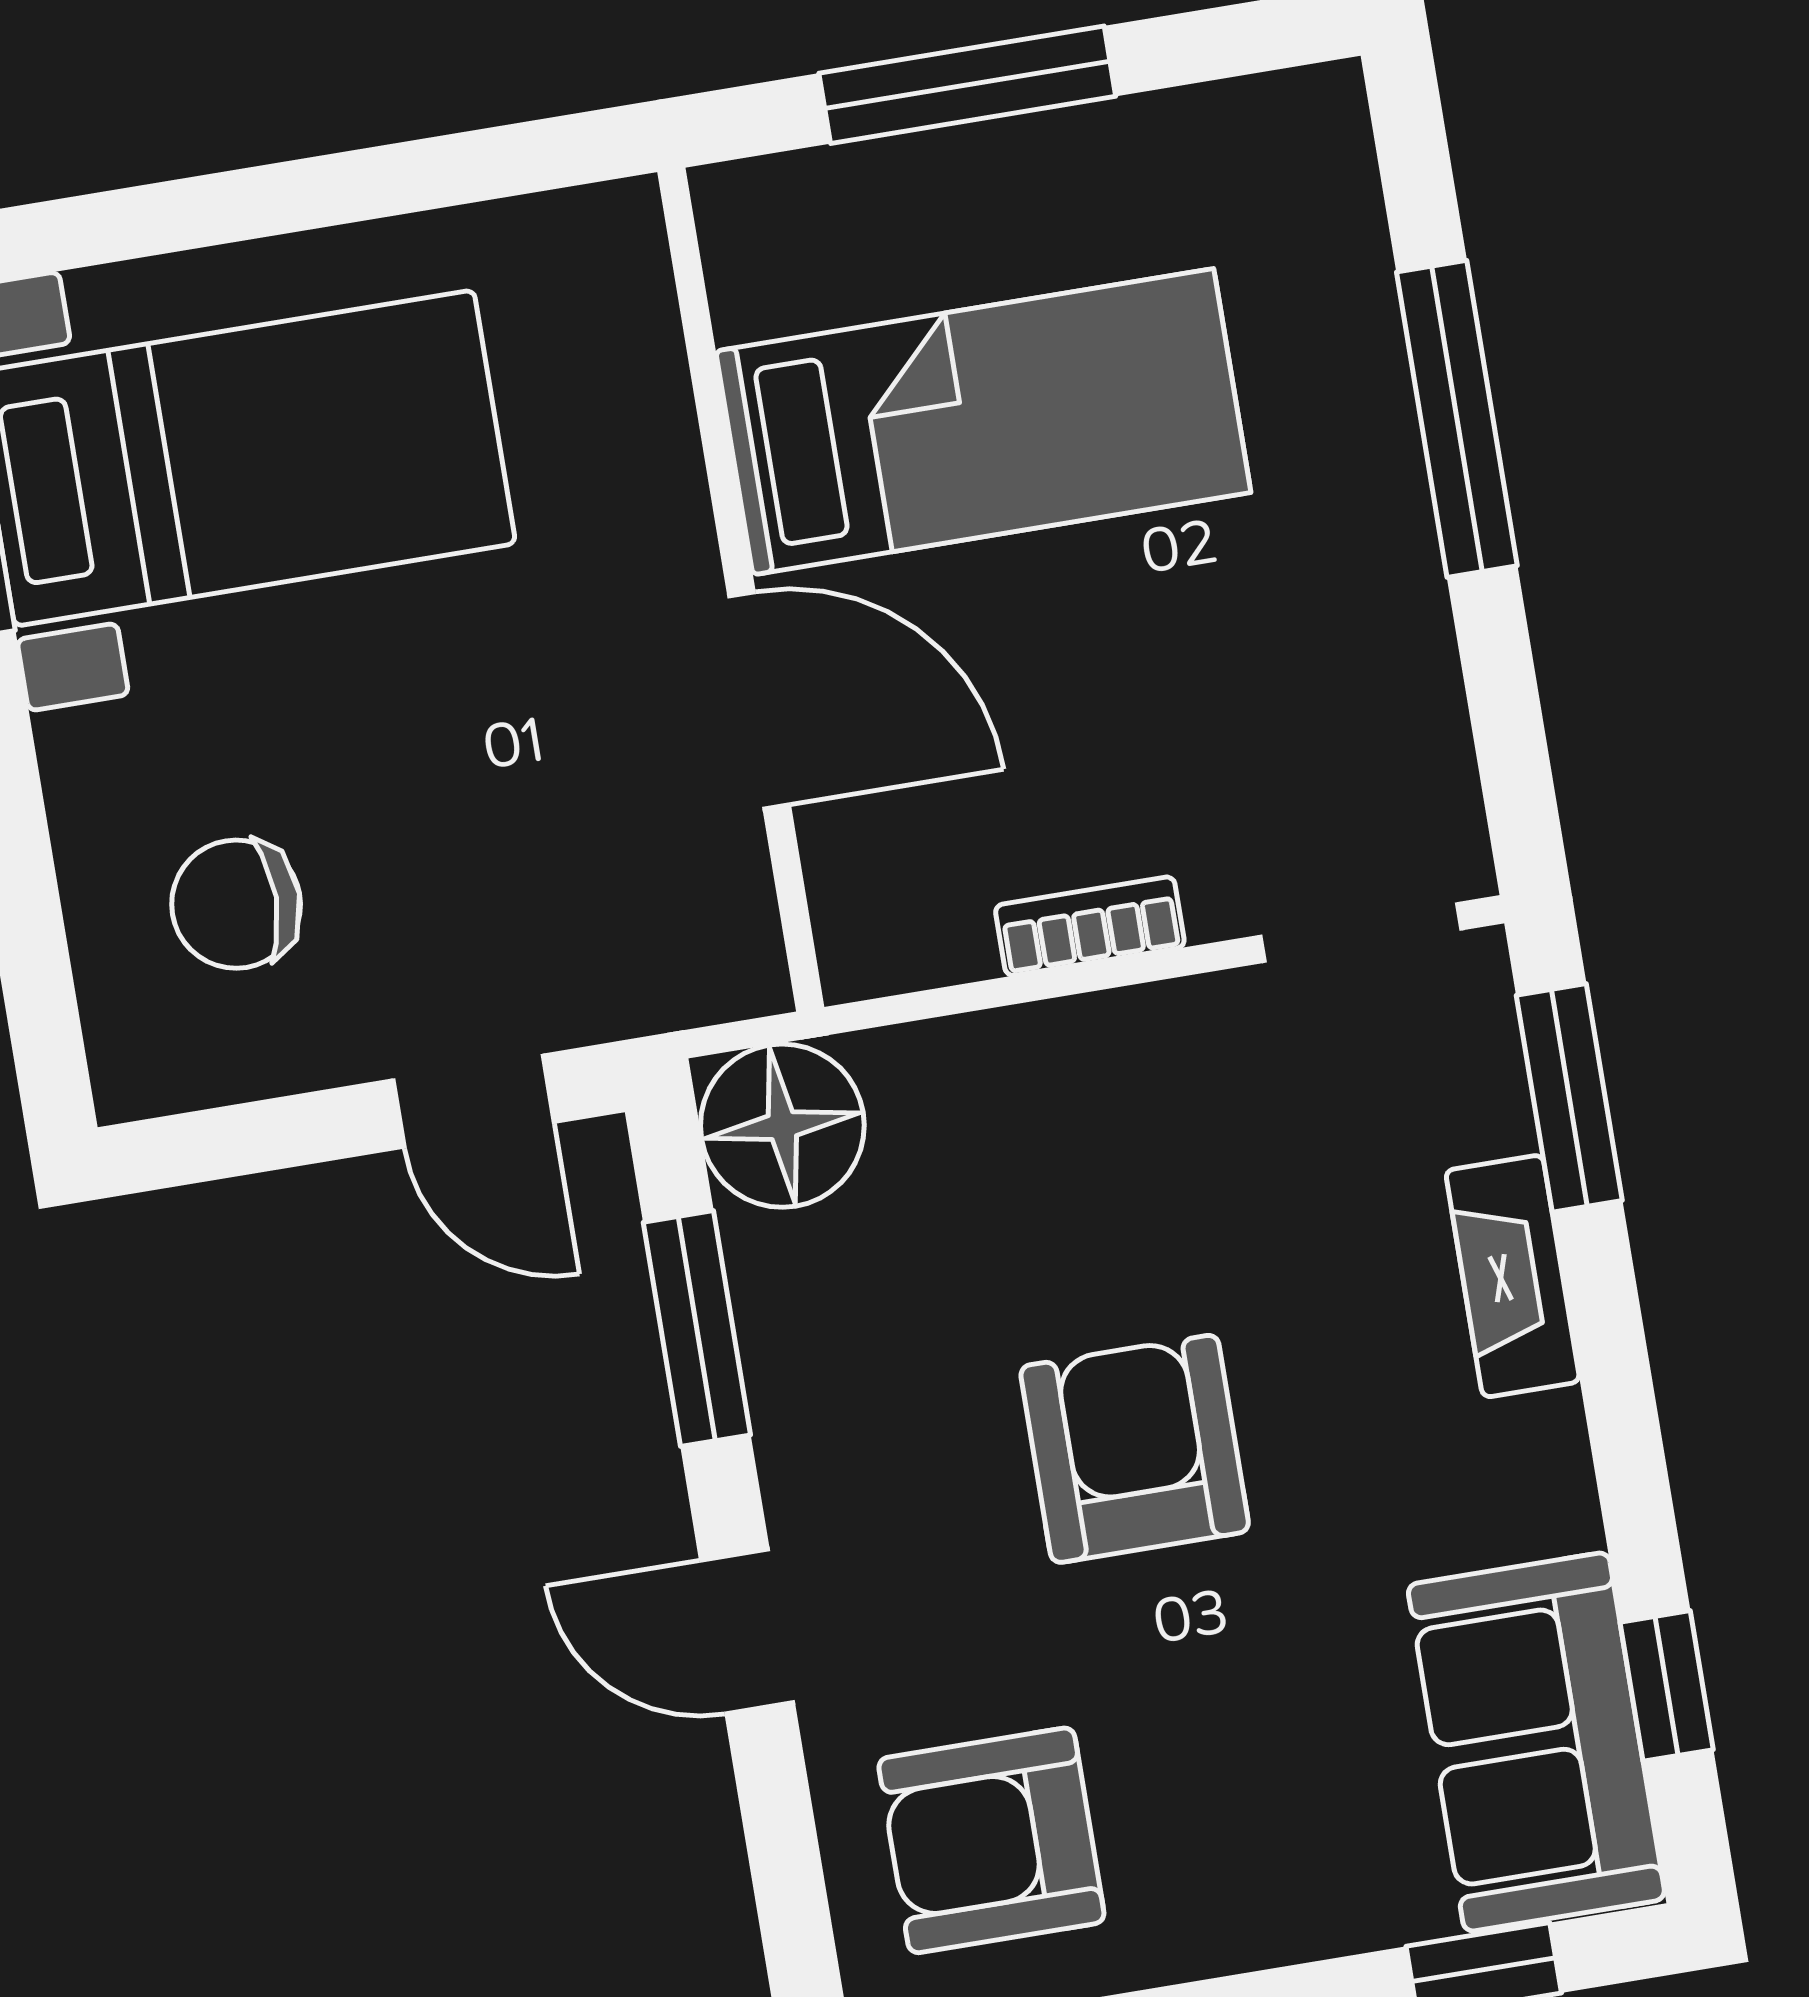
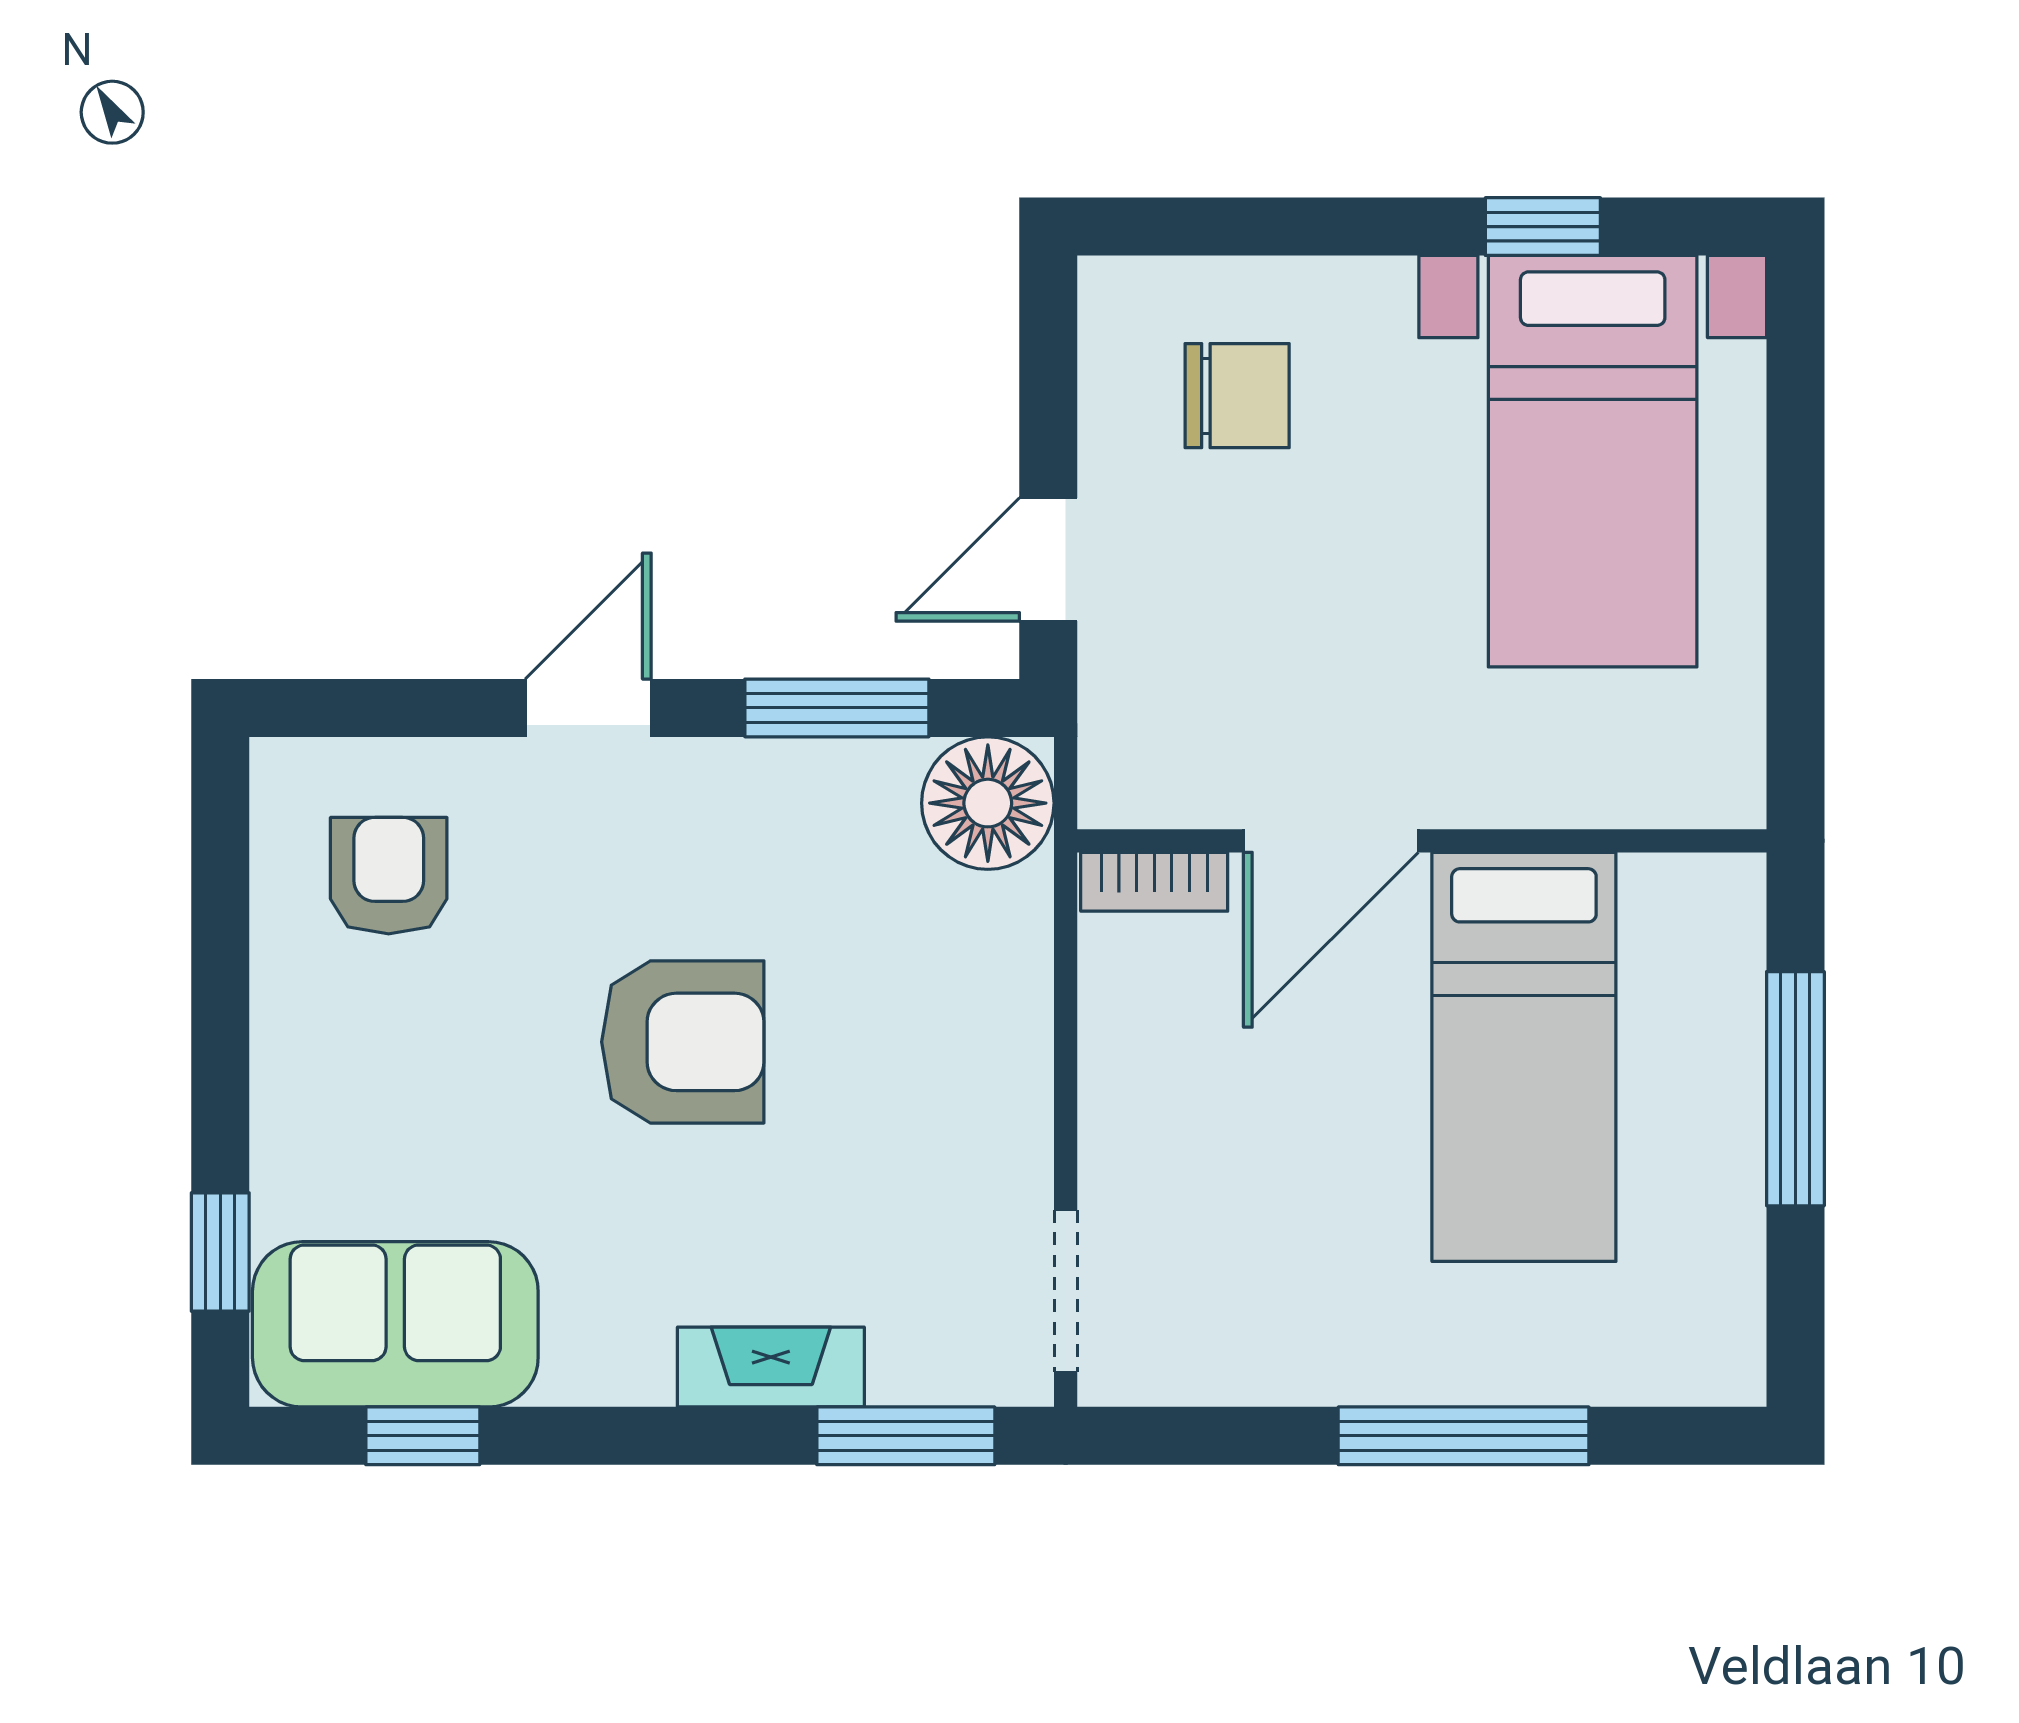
chair: (236, 904) -> (1237, 396), turned 90
bookcase: (1090, 926) -> (1154, 882), moved, turned 90
armchair: (991, 1840) -> (389, 876), width x0.72, depth x0.72

